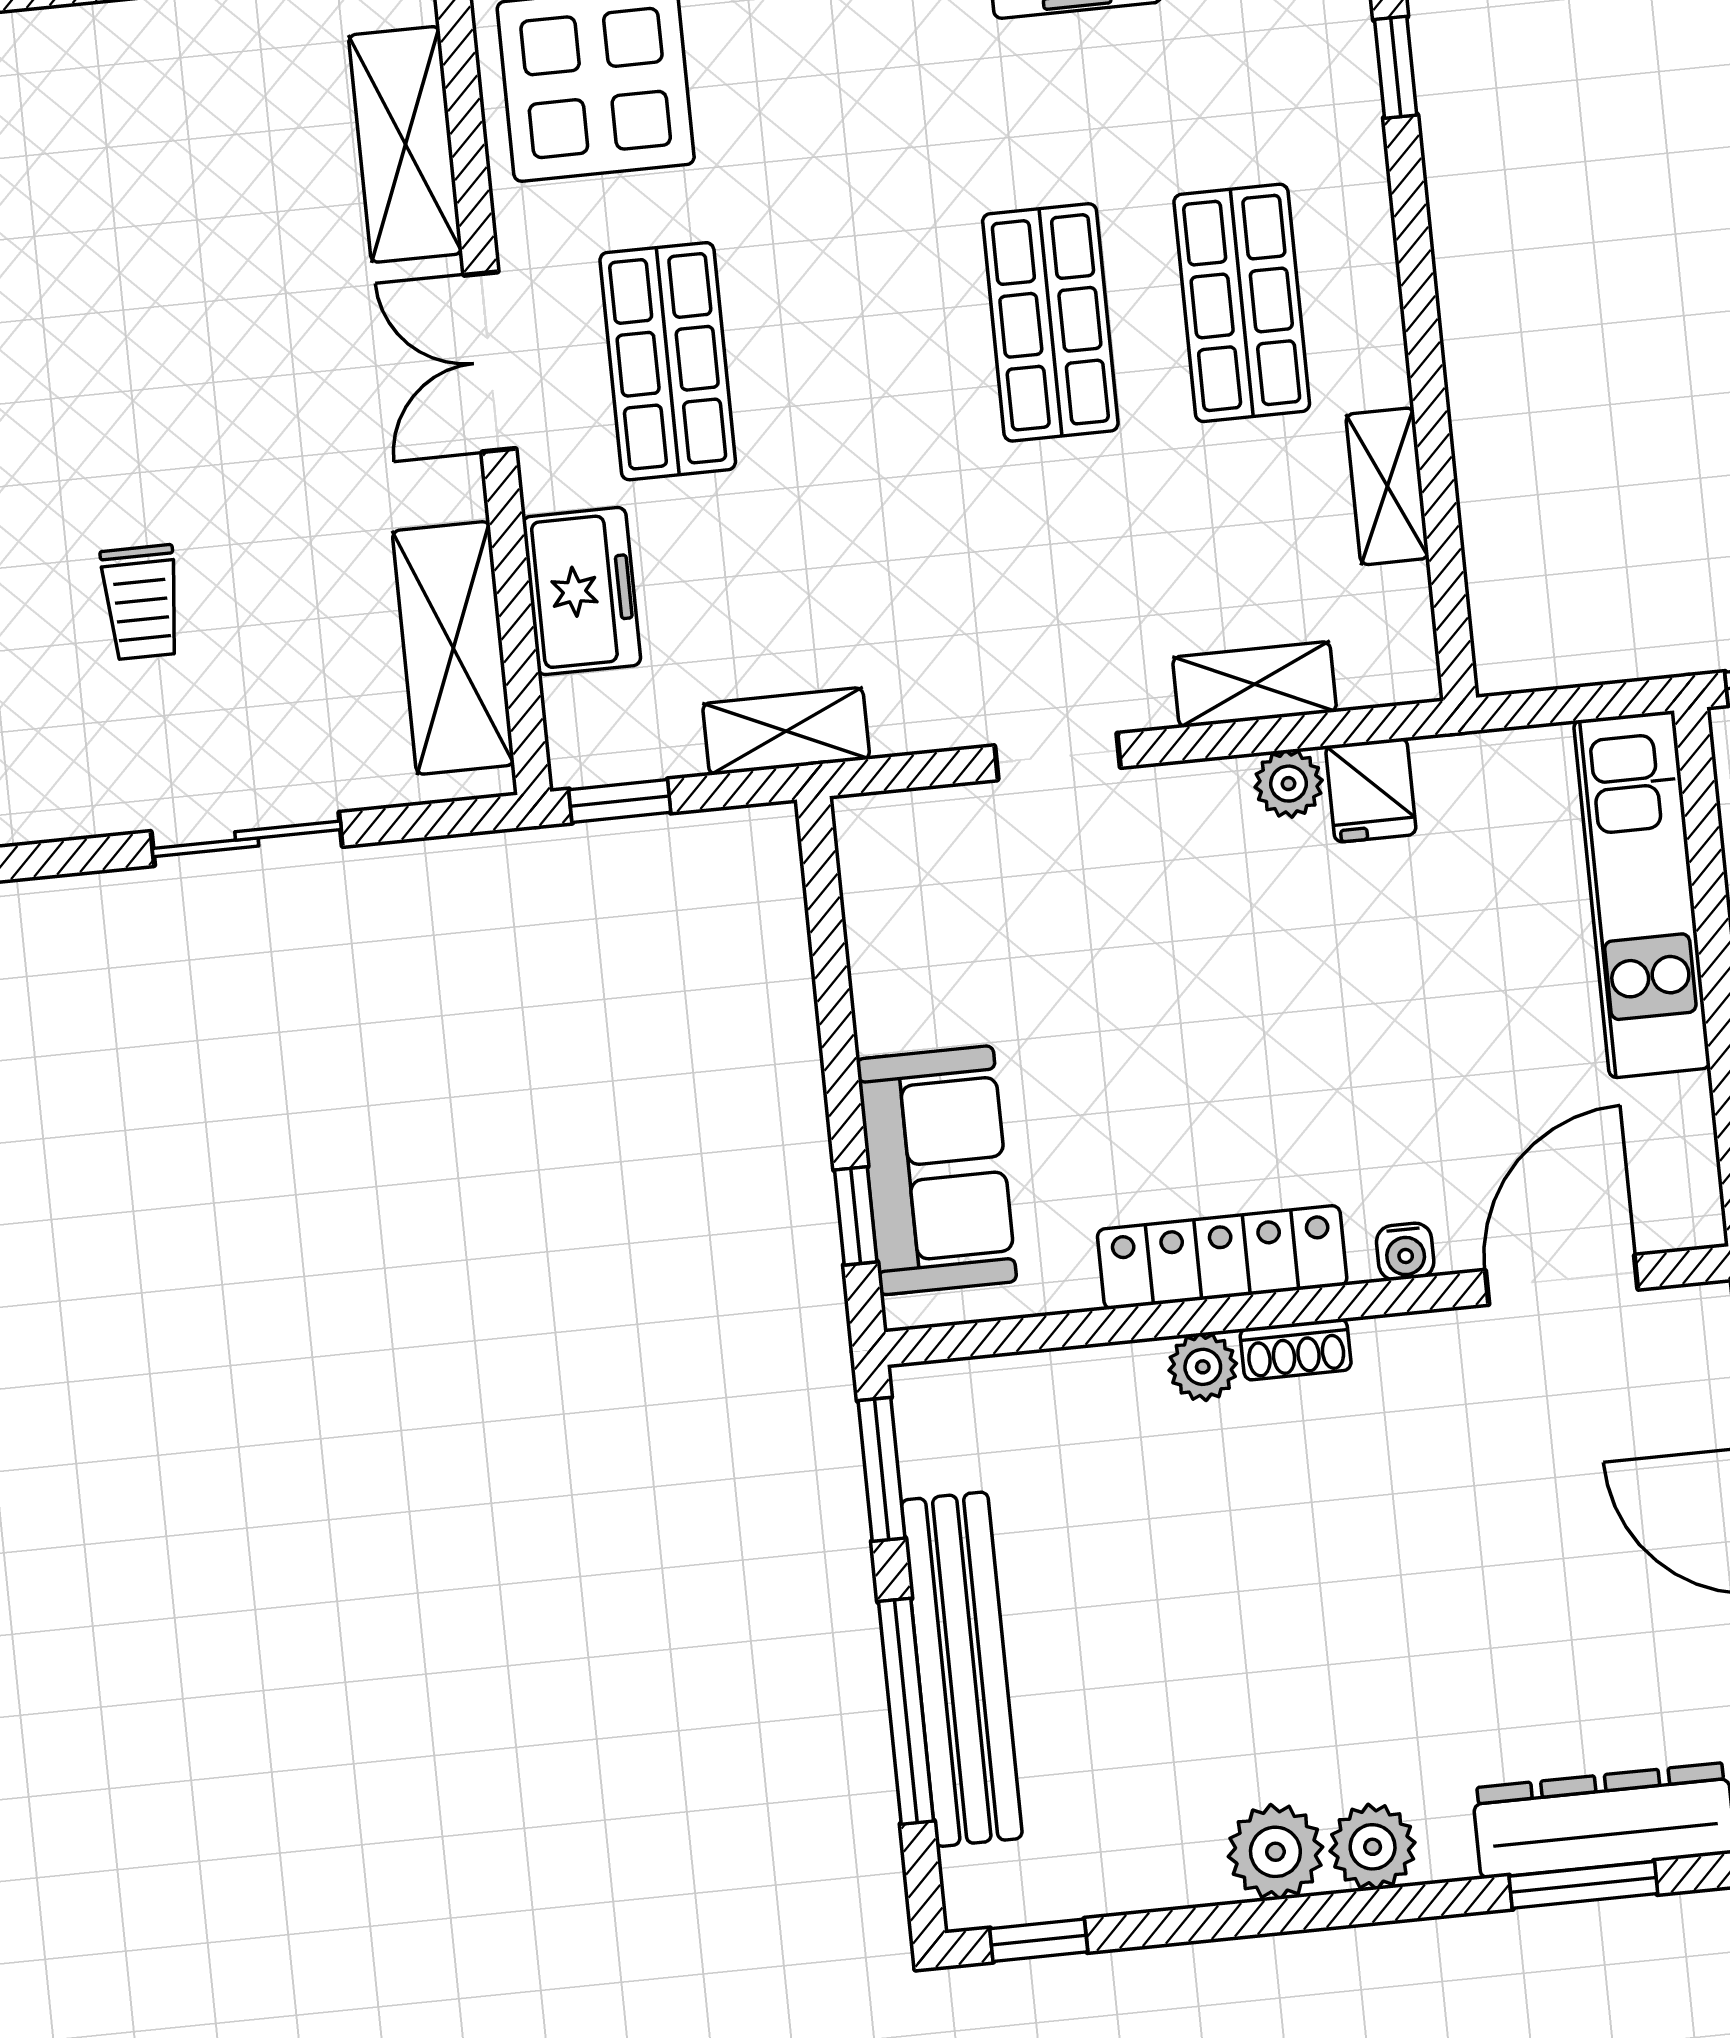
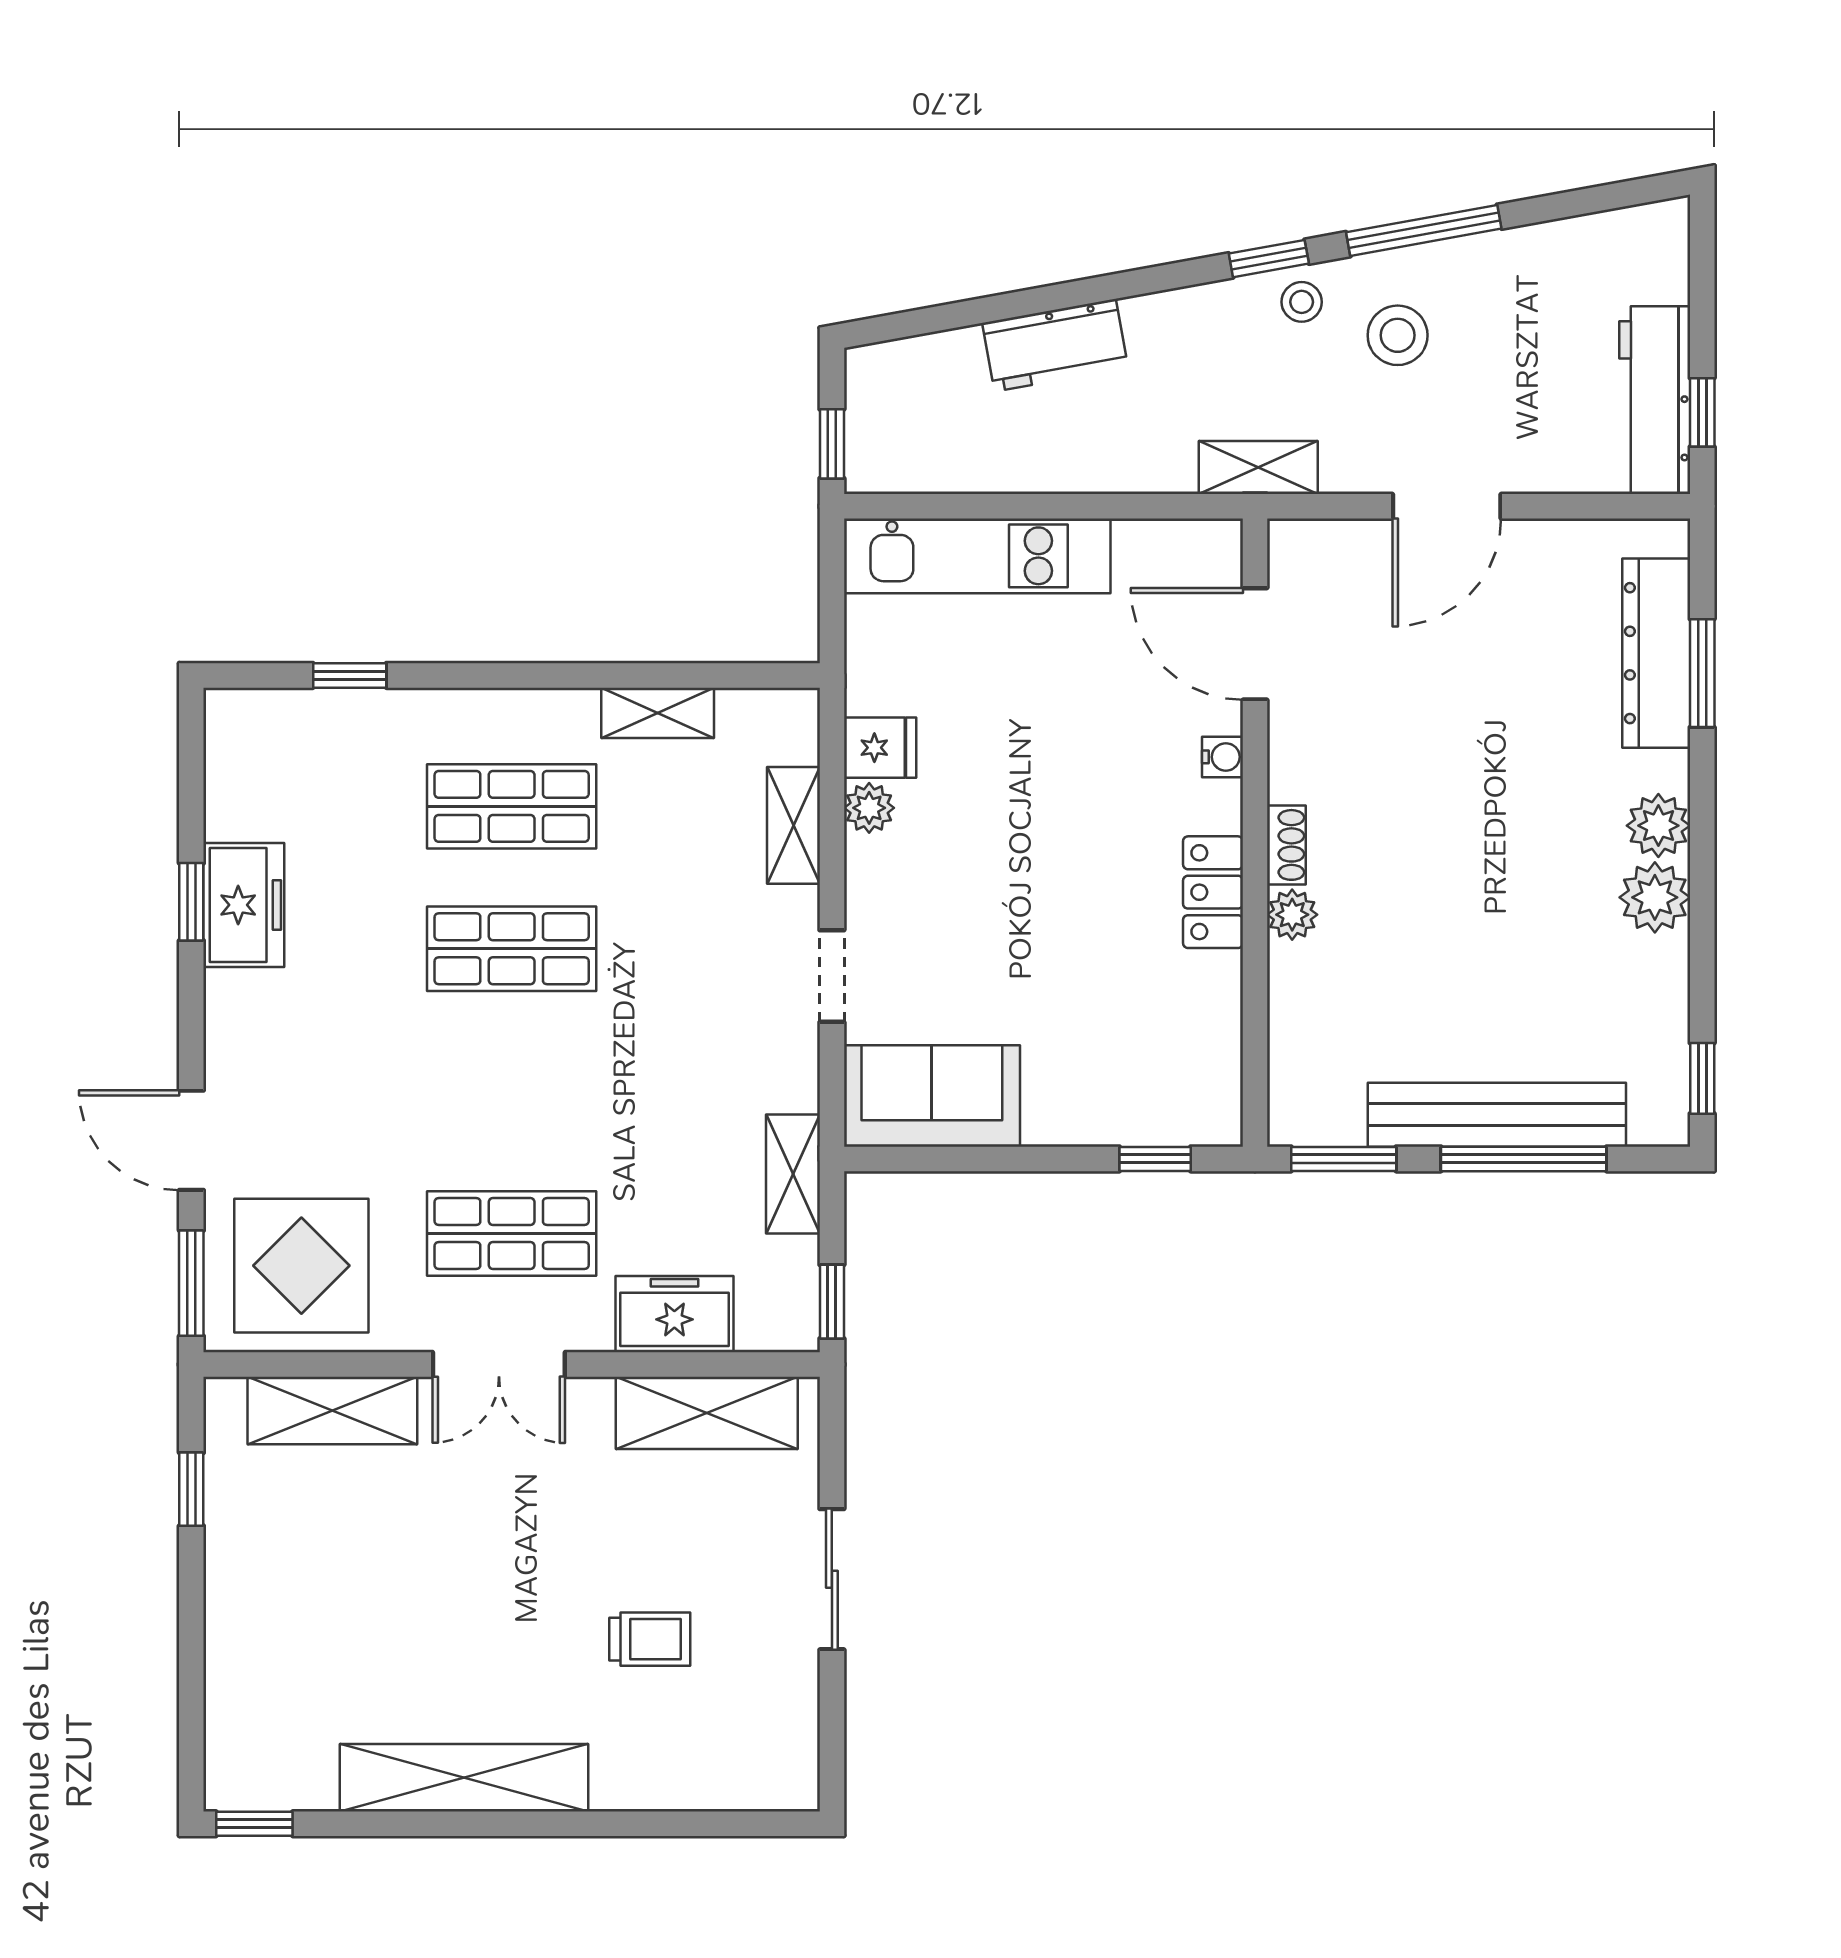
sofa: (937, 1170) -> (932, 1096), moved
locker: (1222, 1257) -> (1213, 892), width x0.66

